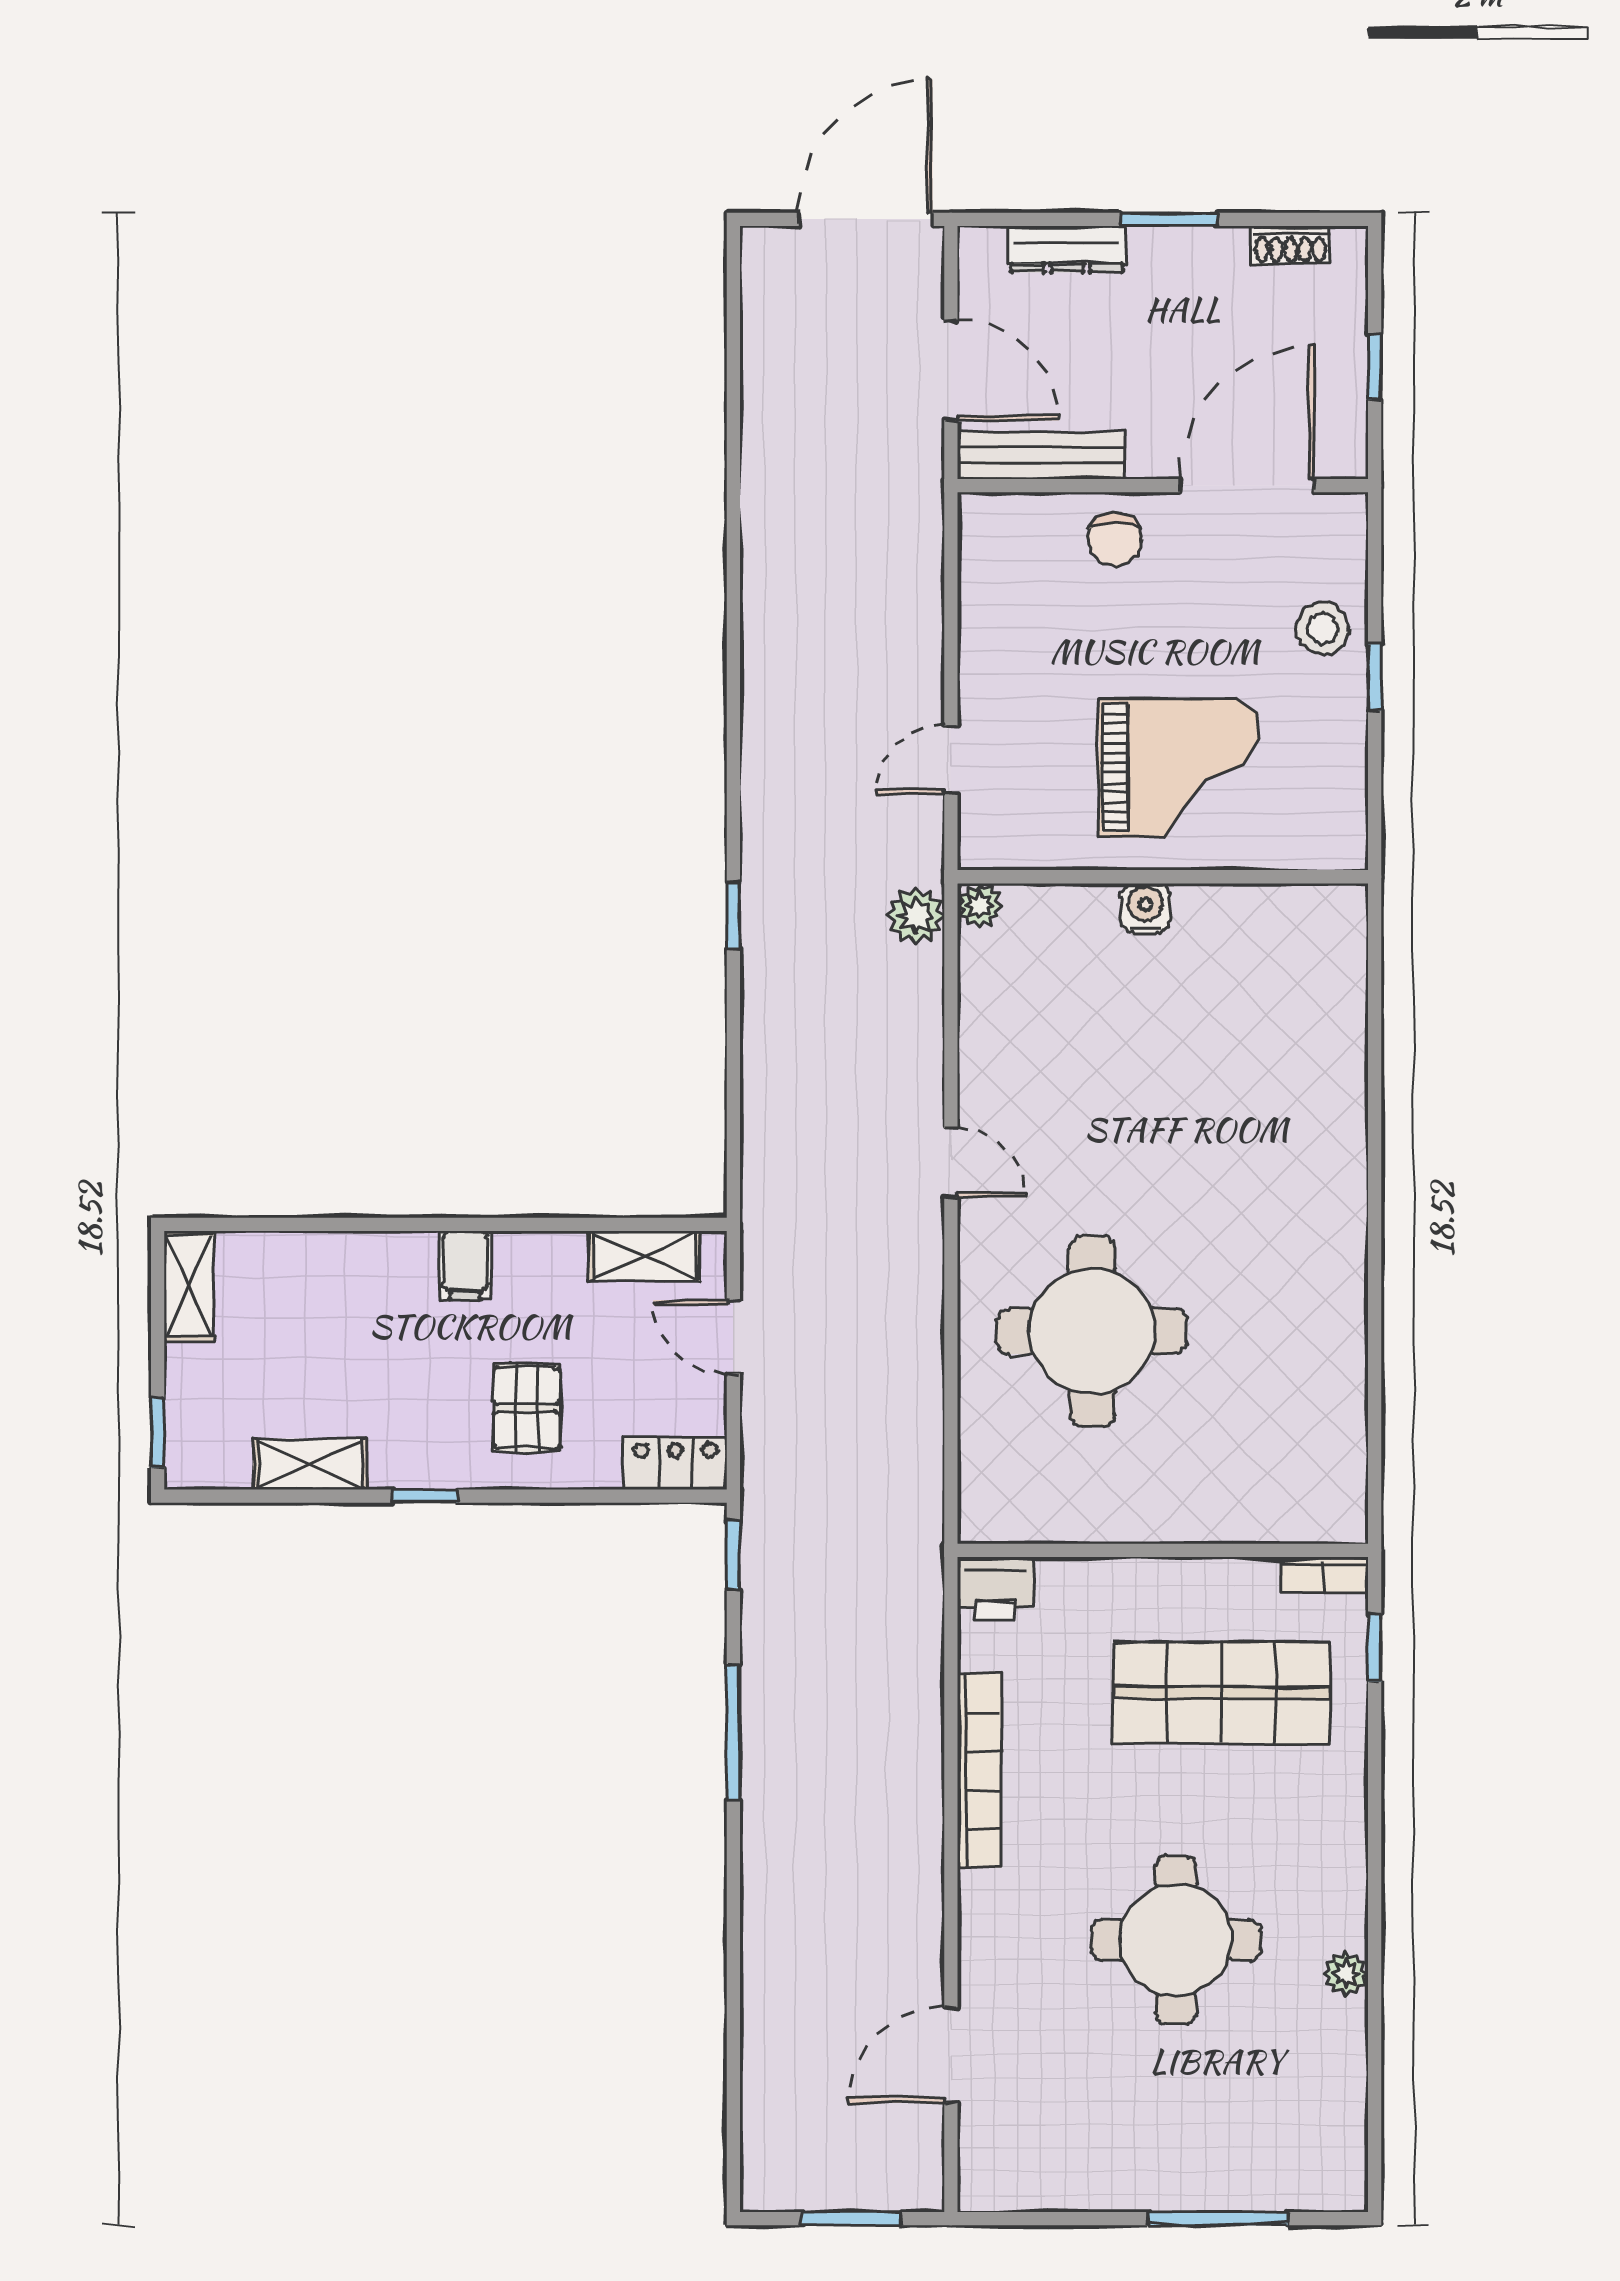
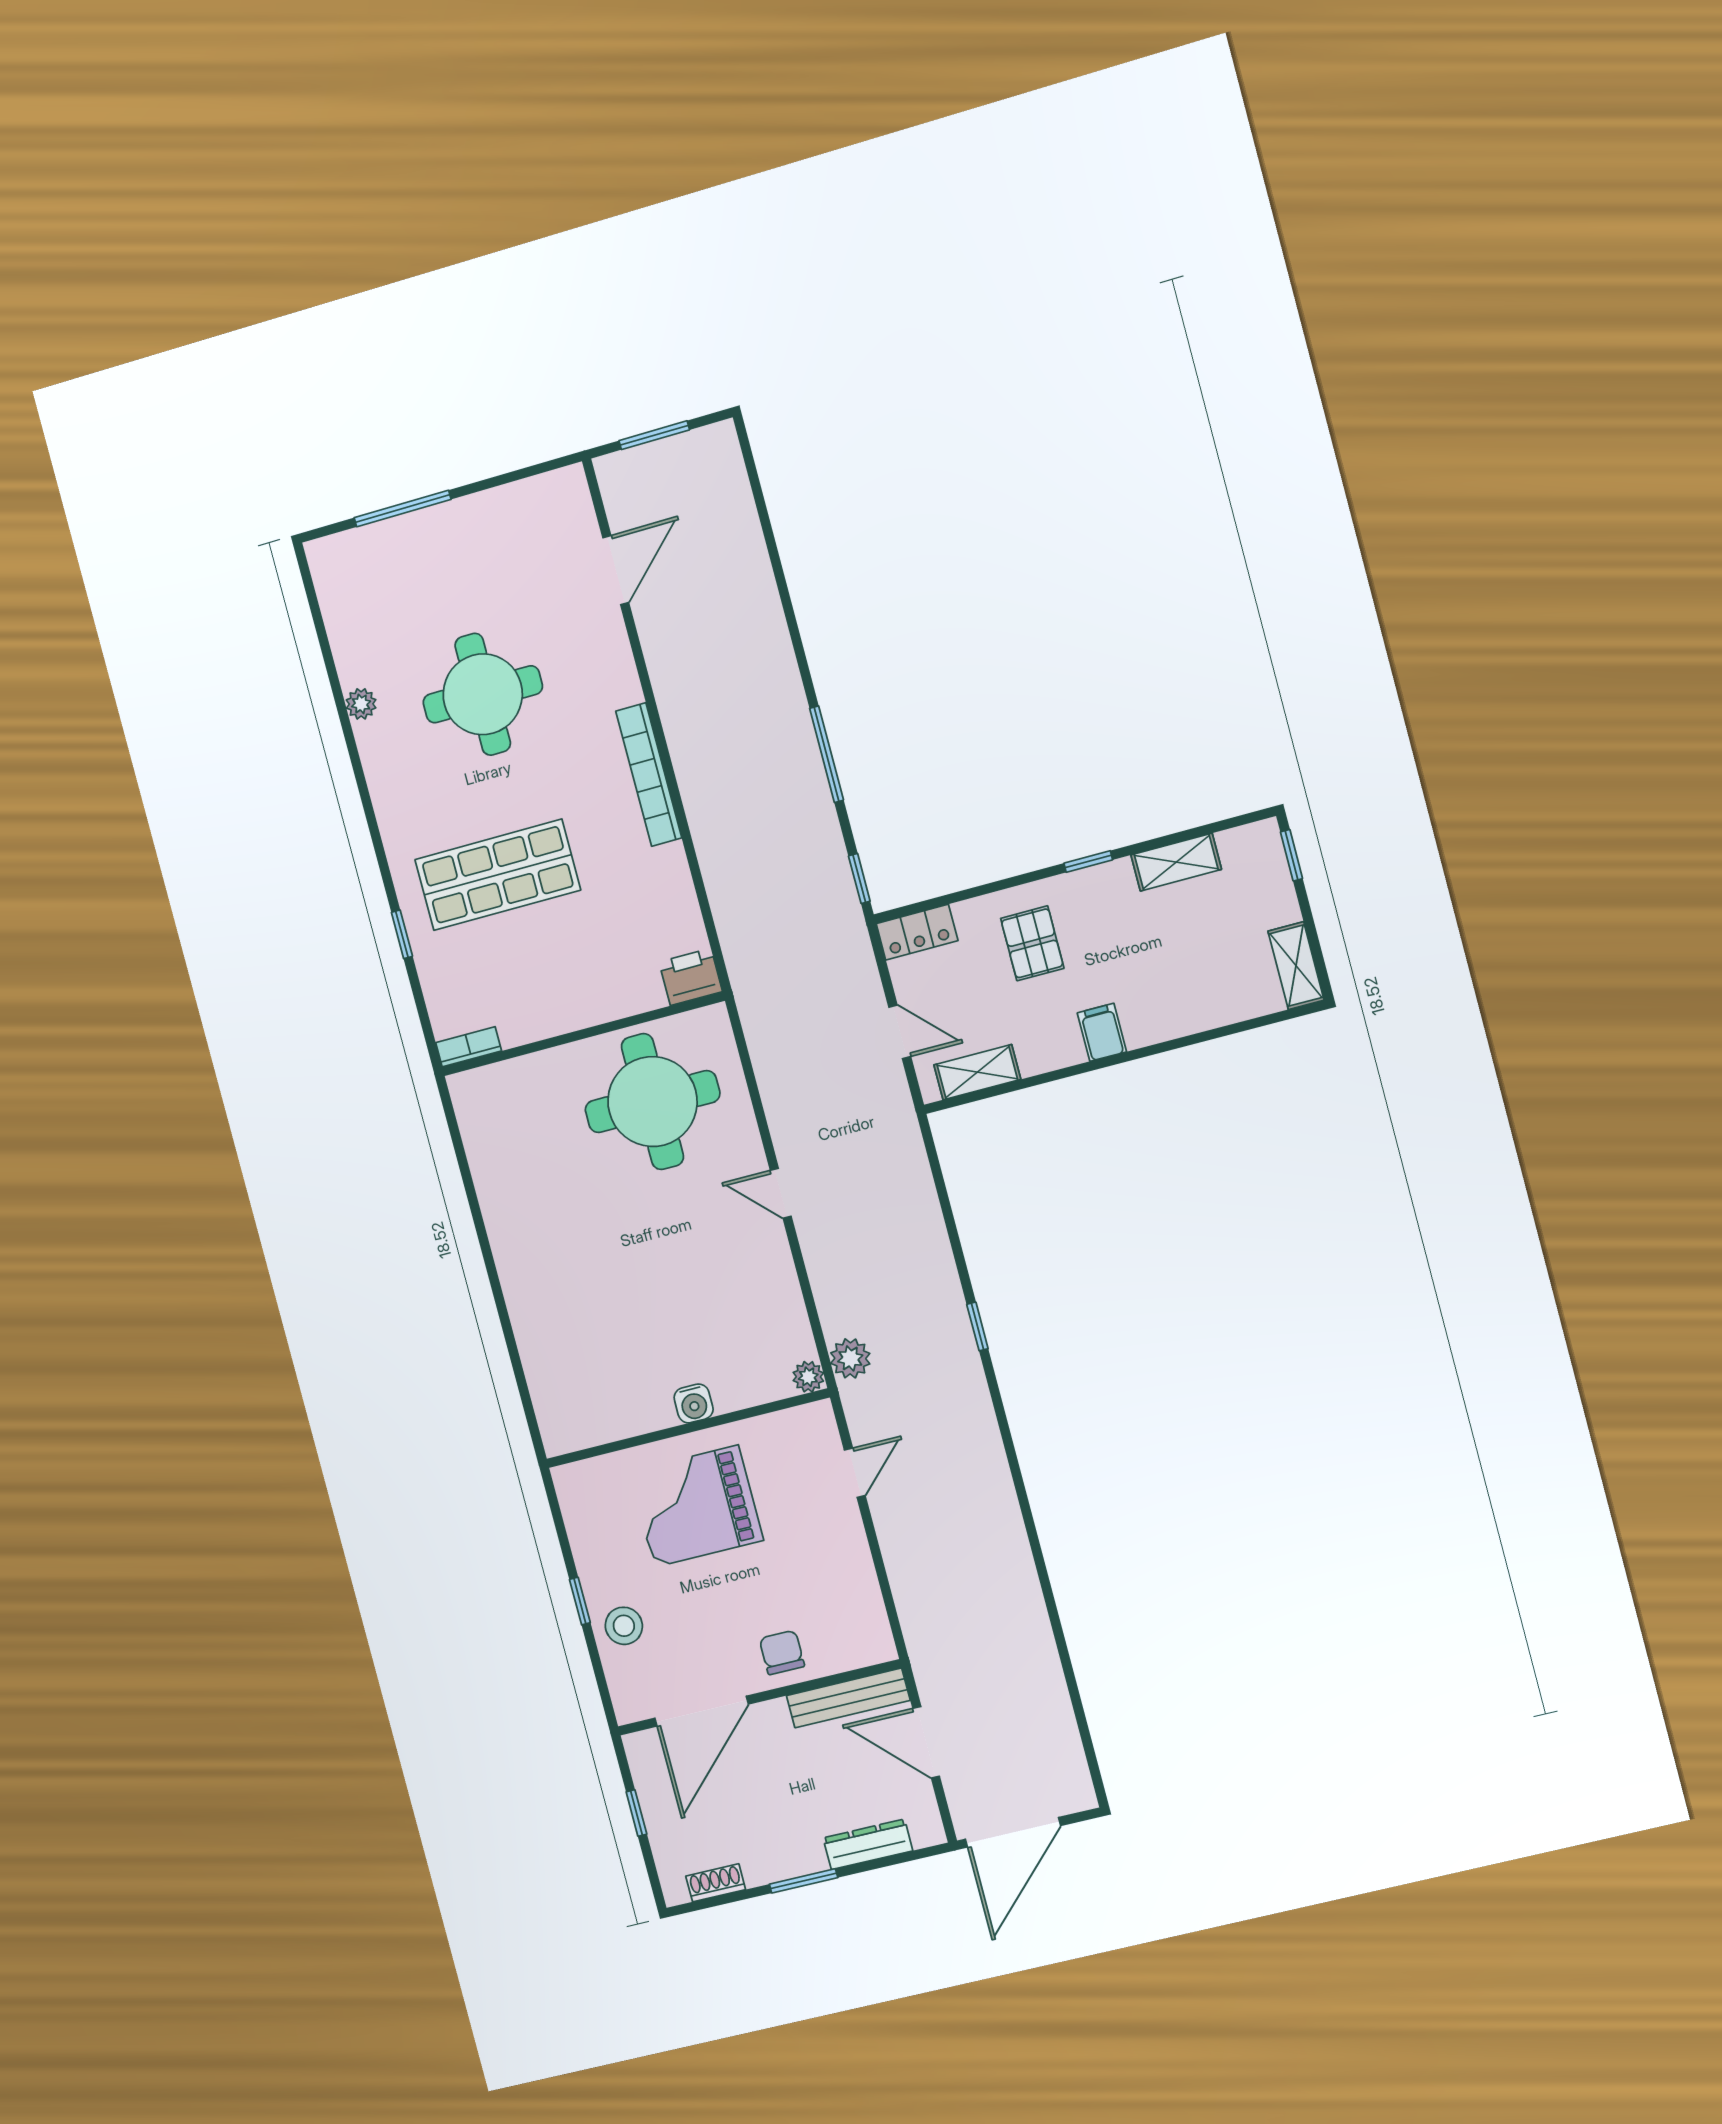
wall: (1163, 1550) -> (583, 1034), moved
bookcase: (1324, 1575) -> (469, 1047), moved
printer: (995, 1588) -> (691, 977), moved

